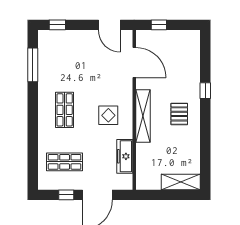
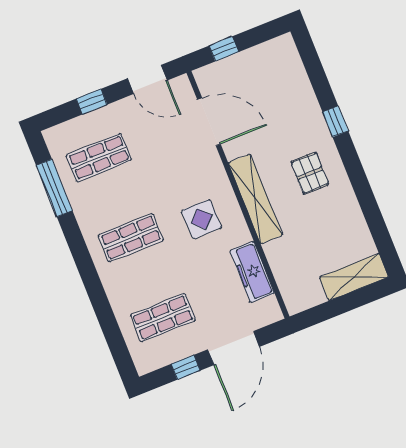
window: (57, 25) -> (92, 102), moved
shop shelf: (65, 58) -> (99, 158), added
shop shelf: (65, 110) -> (131, 238), turned 90

